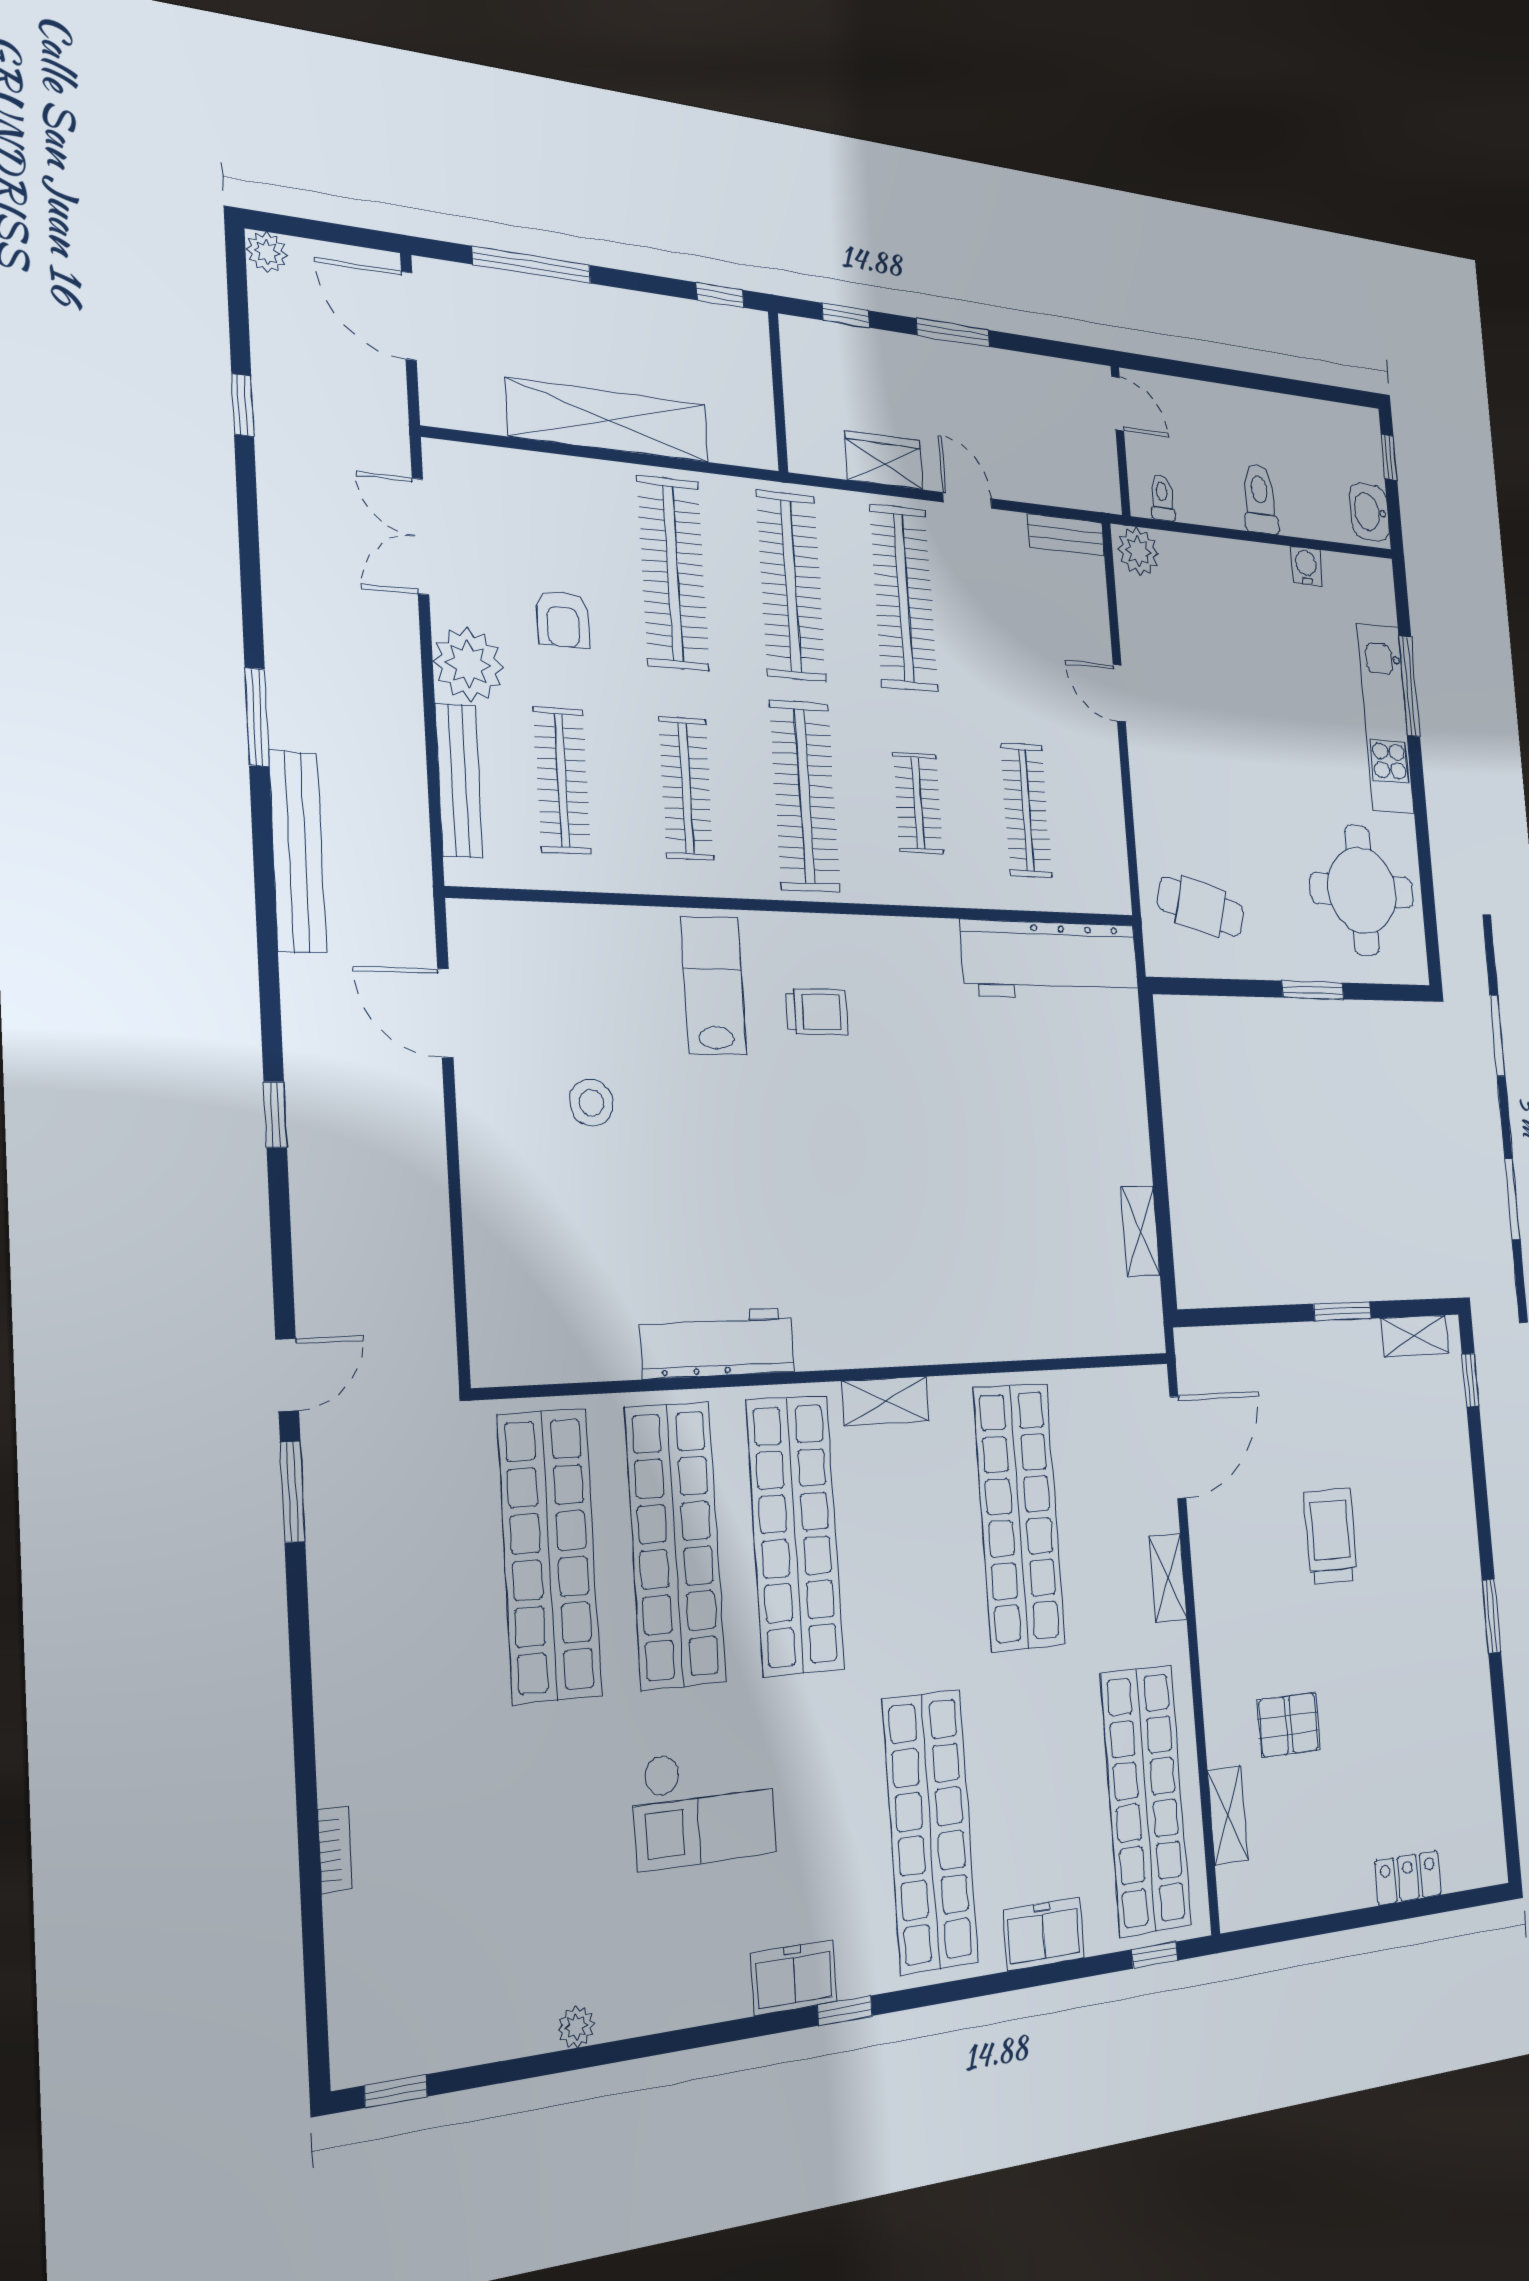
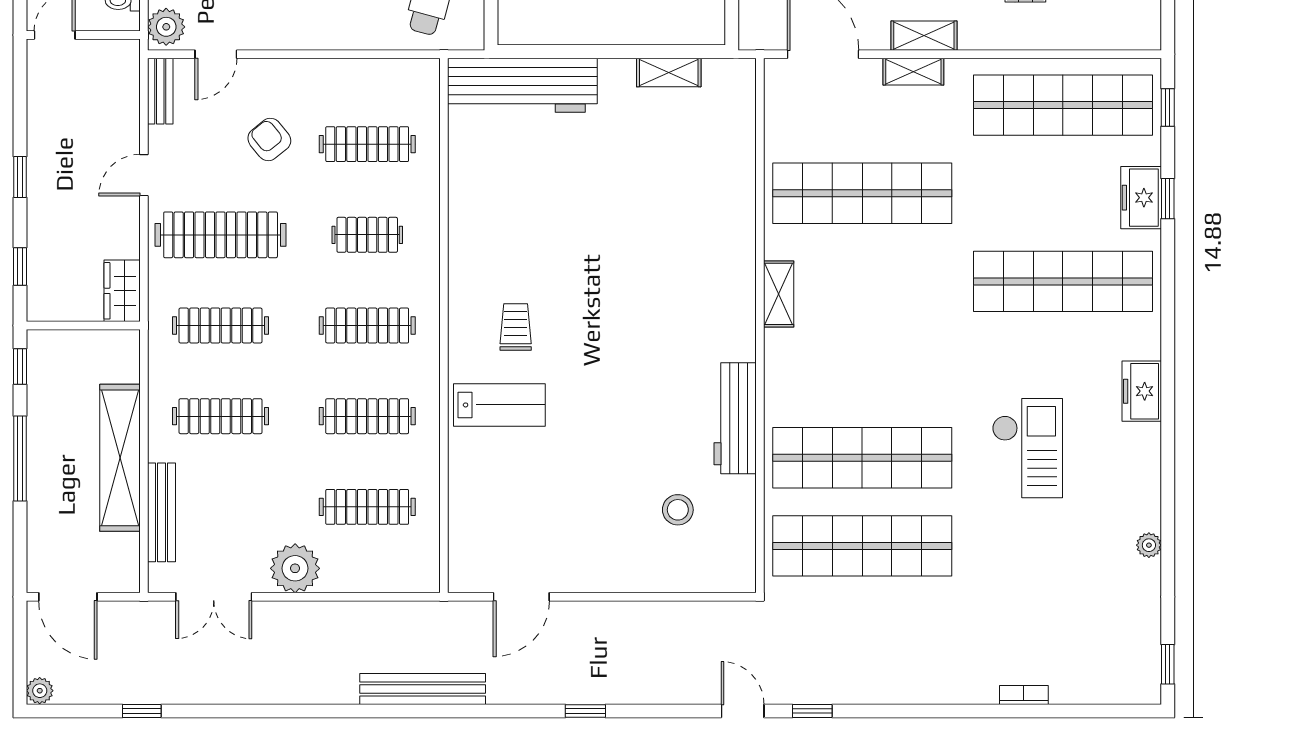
window: (532, 265) -> (20, 459), moved
door: (409, 316) -> (68, 597), hinge flipped
window: (953, 333) -> (20, 177), width x0.67
wardrobe: (884, 460) -> (122, 291), moved
clothes rail: (673, 573) -> (221, 416), width x0.73, depth x0.76
clothes rail: (791, 586) -> (221, 326), width x0.73, depth x0.76
armchair: (563, 619) -> (269, 140), moved, turned -129
door: (1119, 693) -> (216, 54), moved
window: (257, 717) -> (340, 711), removed
bench: (459, 781) -> (161, 512), moved, turned 90
clothes rail: (805, 796) -> (367, 326), width x0.73, depth x0.76
workbench: (1050, 960) -> (522, 85), moved, turned 90
lab bench: (713, 986) -> (499, 405), turned 180
stool: (591, 1103) -> (678, 510), moved
window: (293, 1492) -> (812, 711), width x0.67
shop shelf: (795, 1535) -> (862, 370), removed
shelving: (1228, 1815) -> (924, 36), moved
window: (845, 2011) -> (1168, 199), moved

